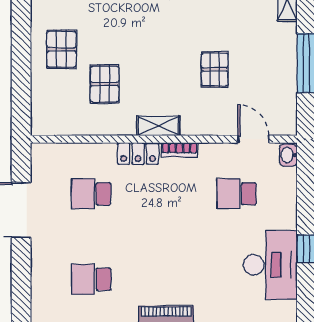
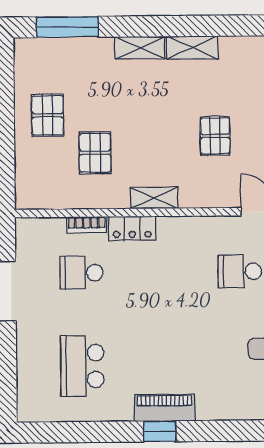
bookcase: (180, 150) -> (87, 225), moved
school desk: (91, 279) -> (82, 366), width x1.85

